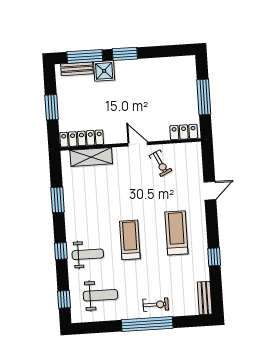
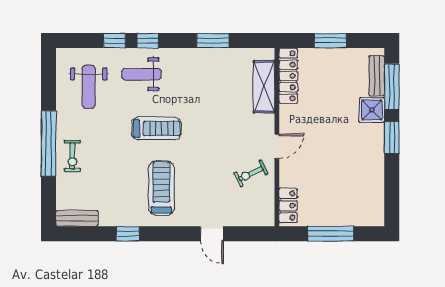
treadmill: (176, 233) -> (161, 188), turned -90
weight bench: (88, 254) -> (141, 74), turned 90
window: (64, 299) -> (114, 41), moved

